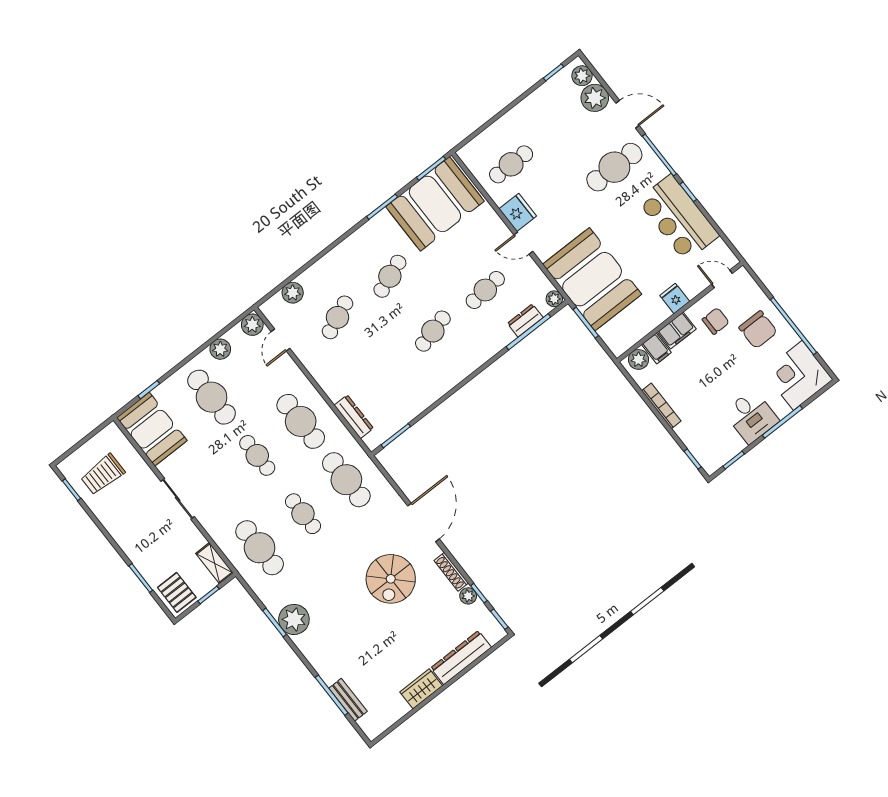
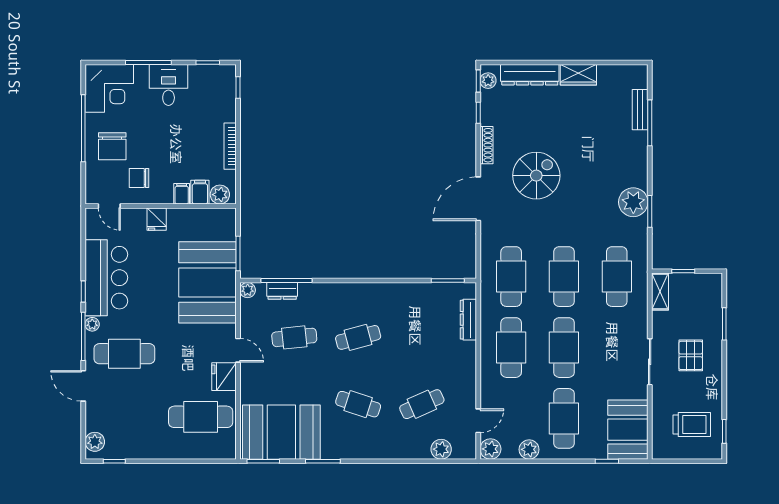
plant: (595, 98) -> (92, 324), moved, width x0.53, depth x0.53
cafe table: (511, 164) -> (201, 417), width x1.37, depth x1.35
cafe table: (390, 276) -> (358, 404), turned 39
chair: (758, 330) -> (112, 146), turned 180
filing cabinet: (677, 331) -> (182, 194), width x0.50
cafe table: (257, 455) -> (564, 348), width x1.37, depth x1.35
cafe table: (303, 514) -> (564, 277), width x1.37, depth x1.35
pallet: (177, 592) -> (691, 355), moved
plant: (468, 596) -> (488, 81), moved

